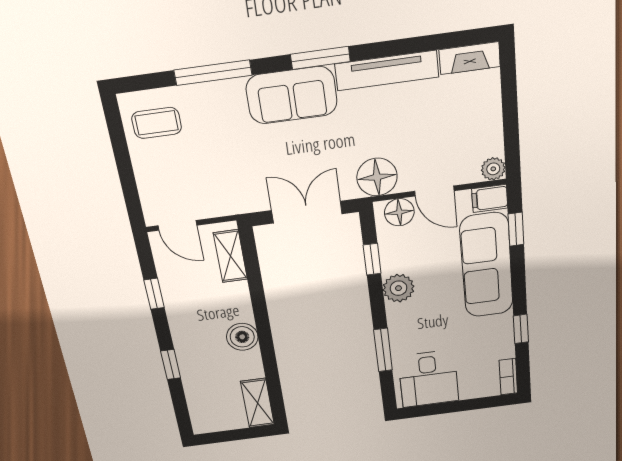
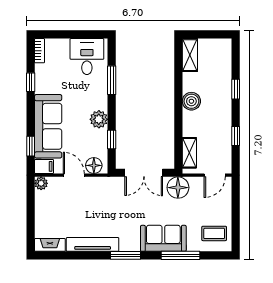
sofa: (292, 95) -> (163, 238), moved
floor lamp: (377, 177) -> (178, 188), moved
door: (177, 225) -> (215, 175), swing flipped

